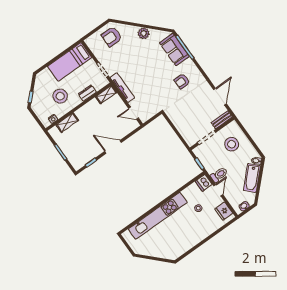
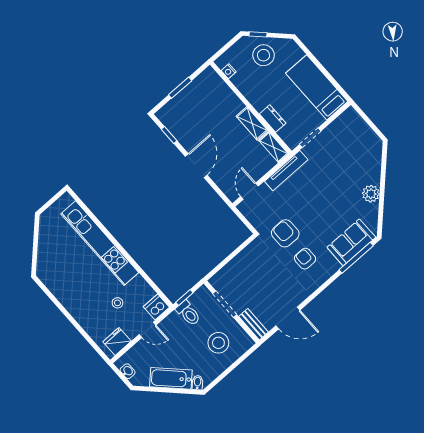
armchair: (112, 37) -> (285, 233), moved
stool: (60, 96) -> (264, 55), moved
shelving: (67, 123) -> (252, 123), moved
toilet: (219, 175) -> (188, 313), moved

